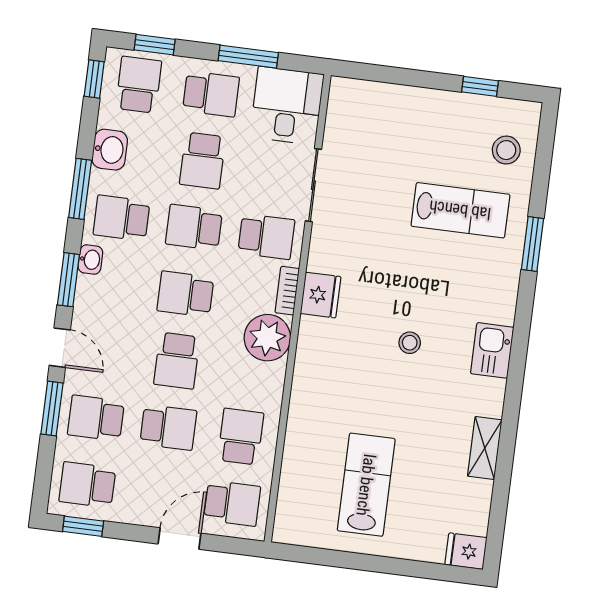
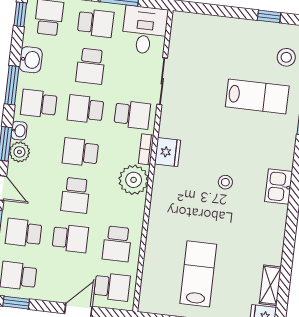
plant: (91, 292) -> (19, 152), added
school desk: (241, 437) -> (117, 244), turned 180
shelving: (485, 448) -> (270, 285), moved

